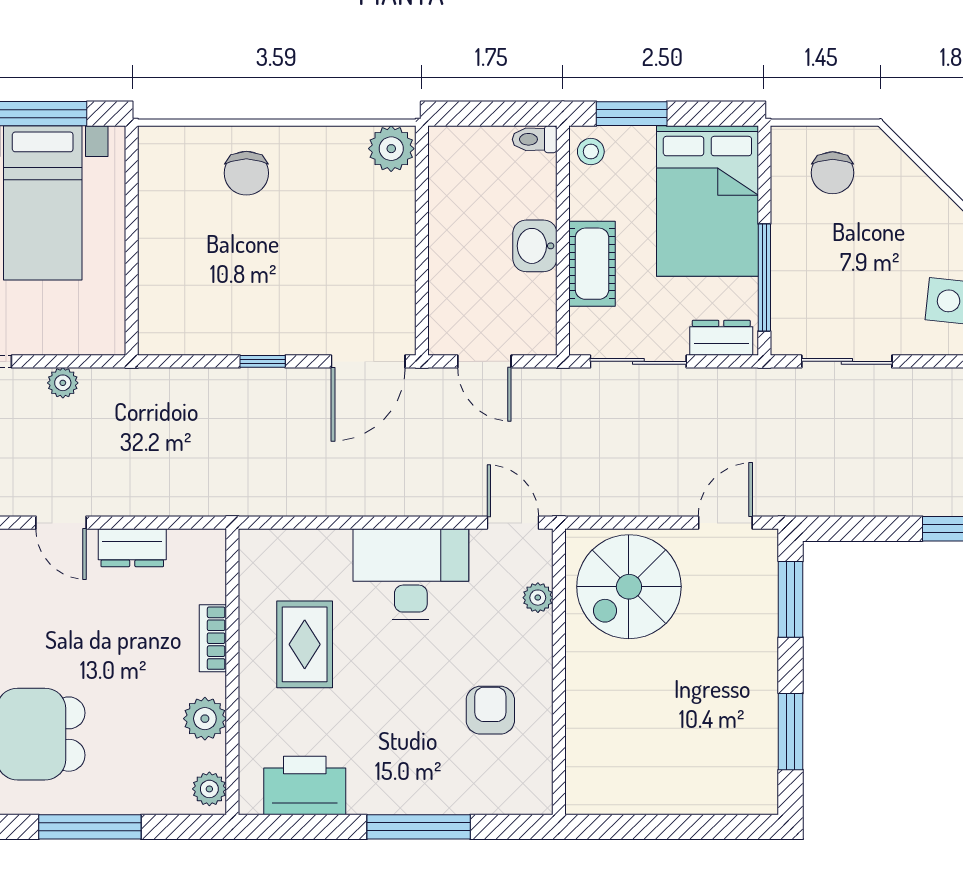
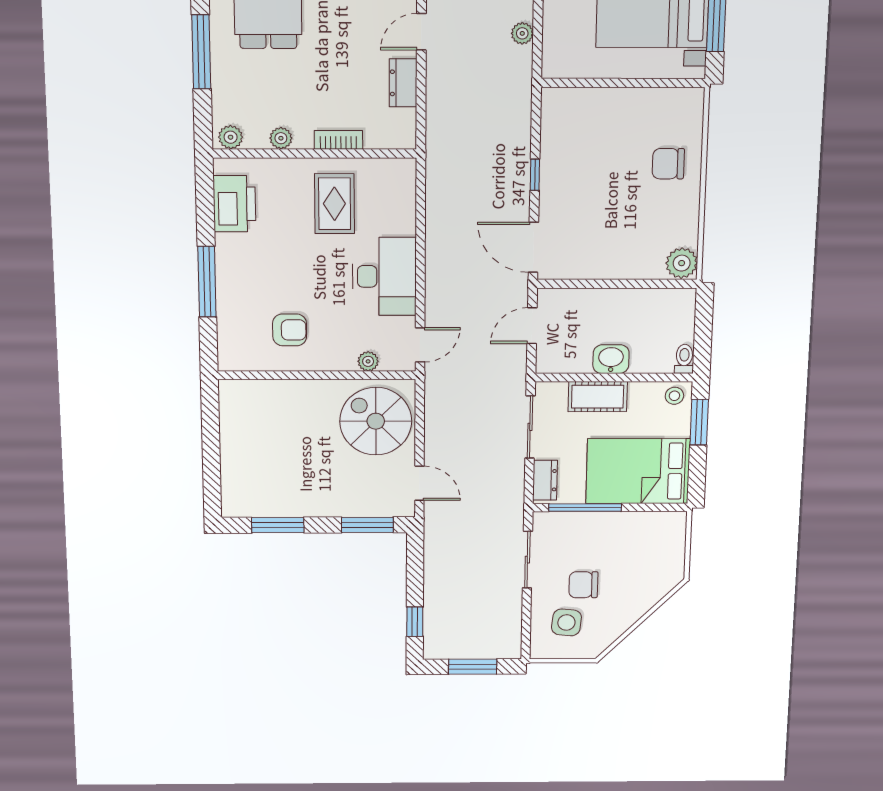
chair: (833, 173) -> (583, 585), moved
rug: (305, 644) -> (334, 204), turned 90
plant: (205, 719) -> (281, 138), width x0.73, depth x0.73

